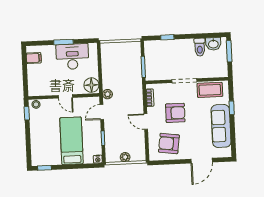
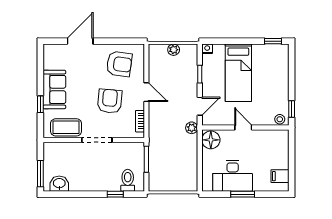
toilet: (200, 47) -> (128, 180), moved
armchair: (175, 113) -> (110, 101), turned 95
sofa: (221, 126) -> (54, 89), width x0.73

